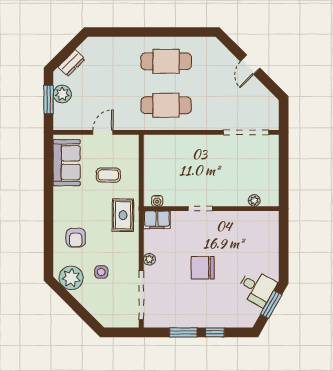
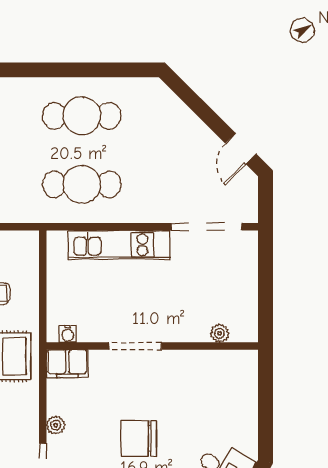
door: (250, 65) -> (241, 149), moved
kitchen unit: (190, 144) -> (119, 245), added
doorway: (200, 209) -> (135, 346), width x1.38

